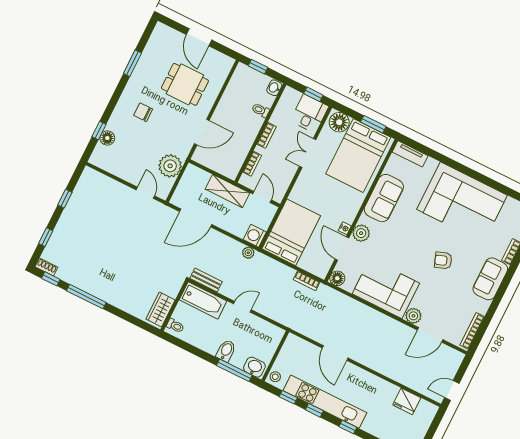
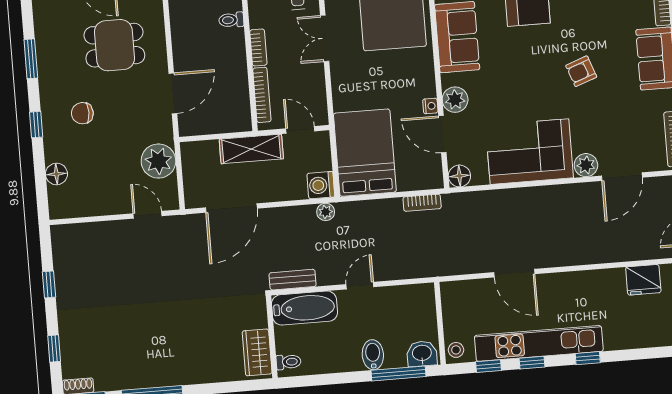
window: (99, 130) -> (36, 125), moved
bookcase: (252, 164) -> (262, 95), width x1.56

